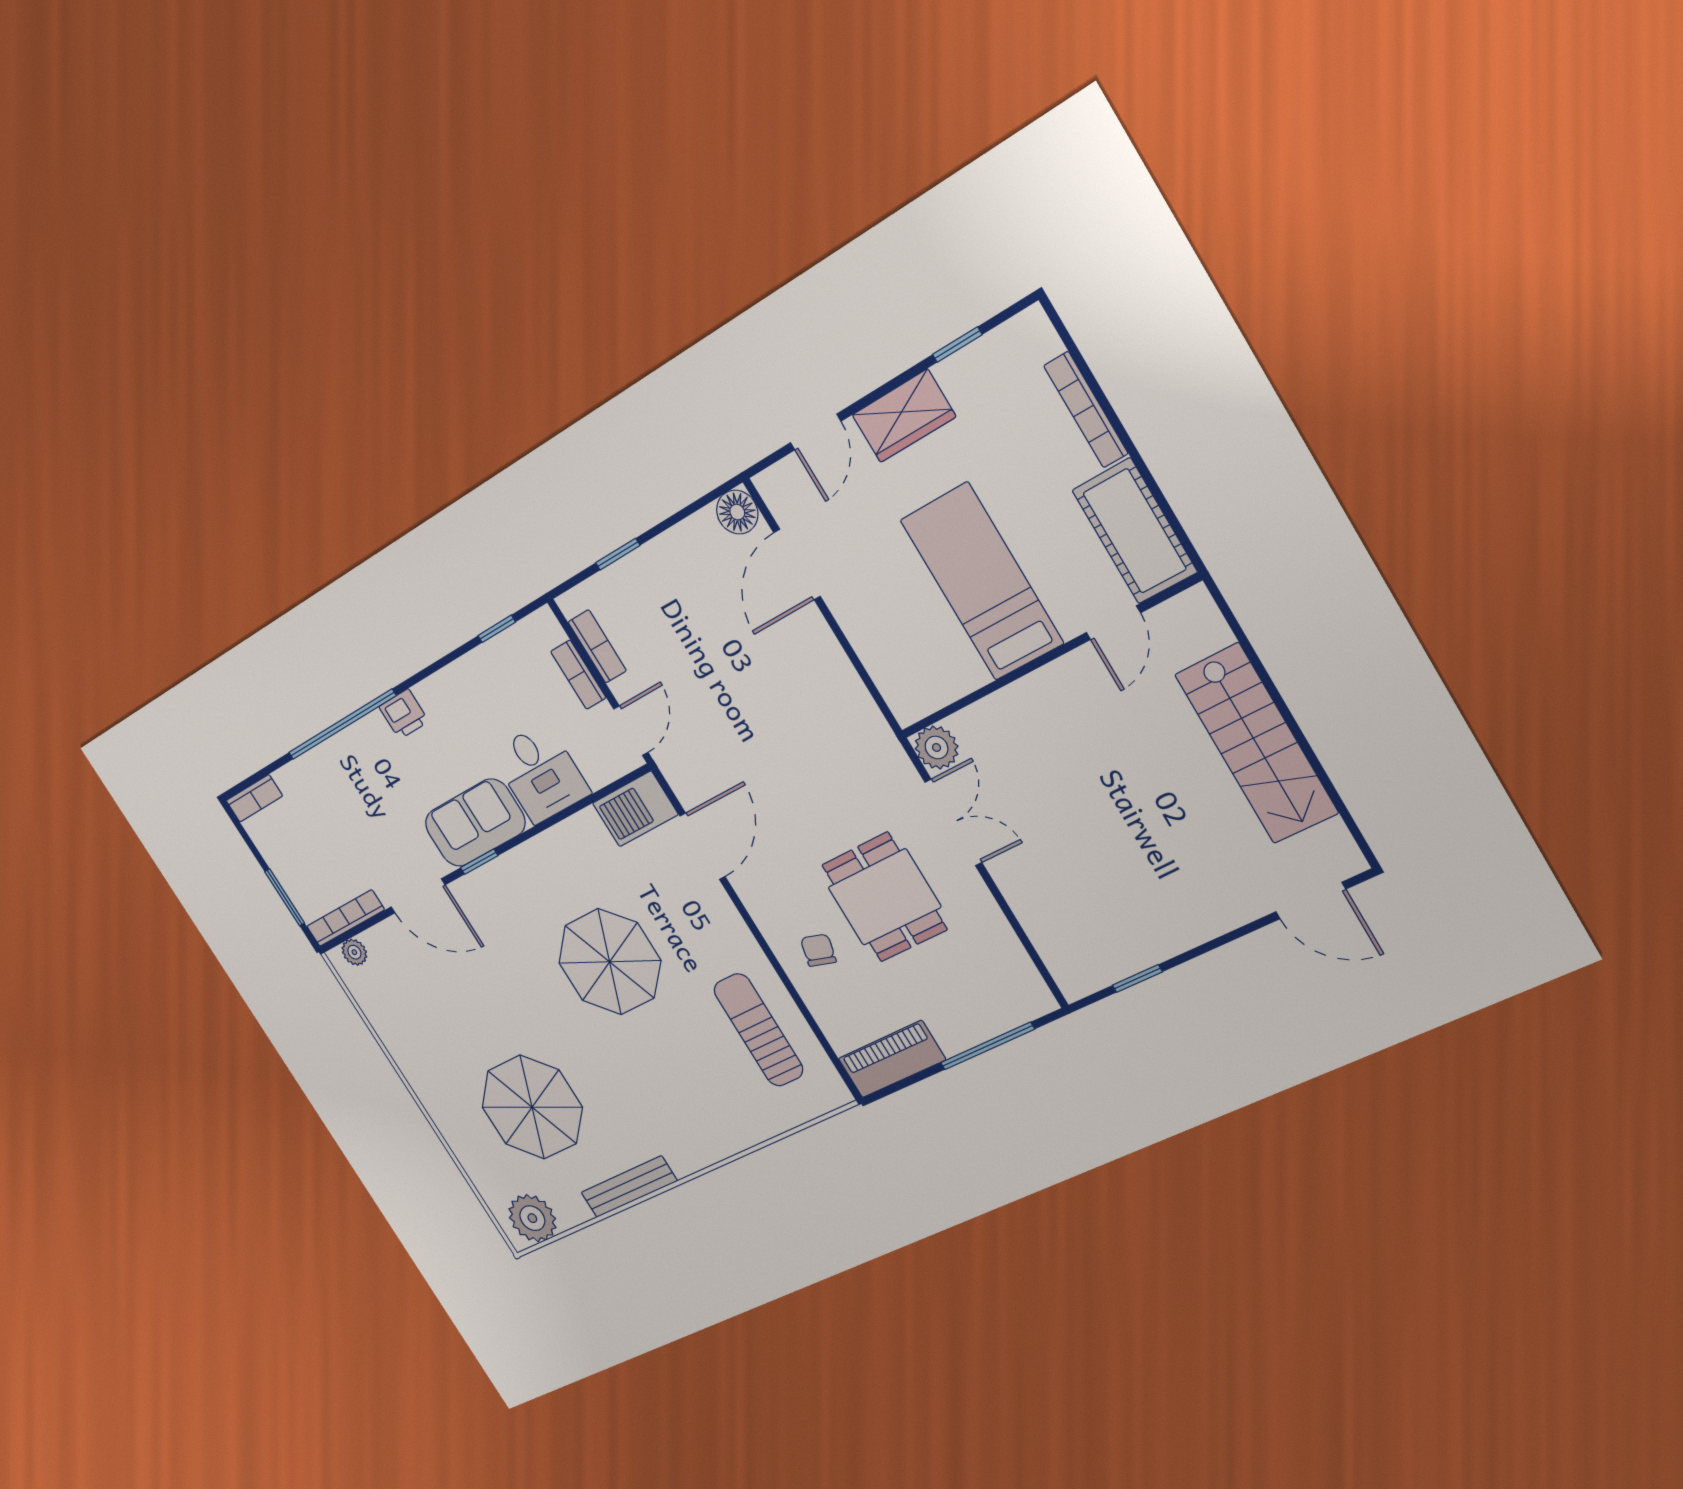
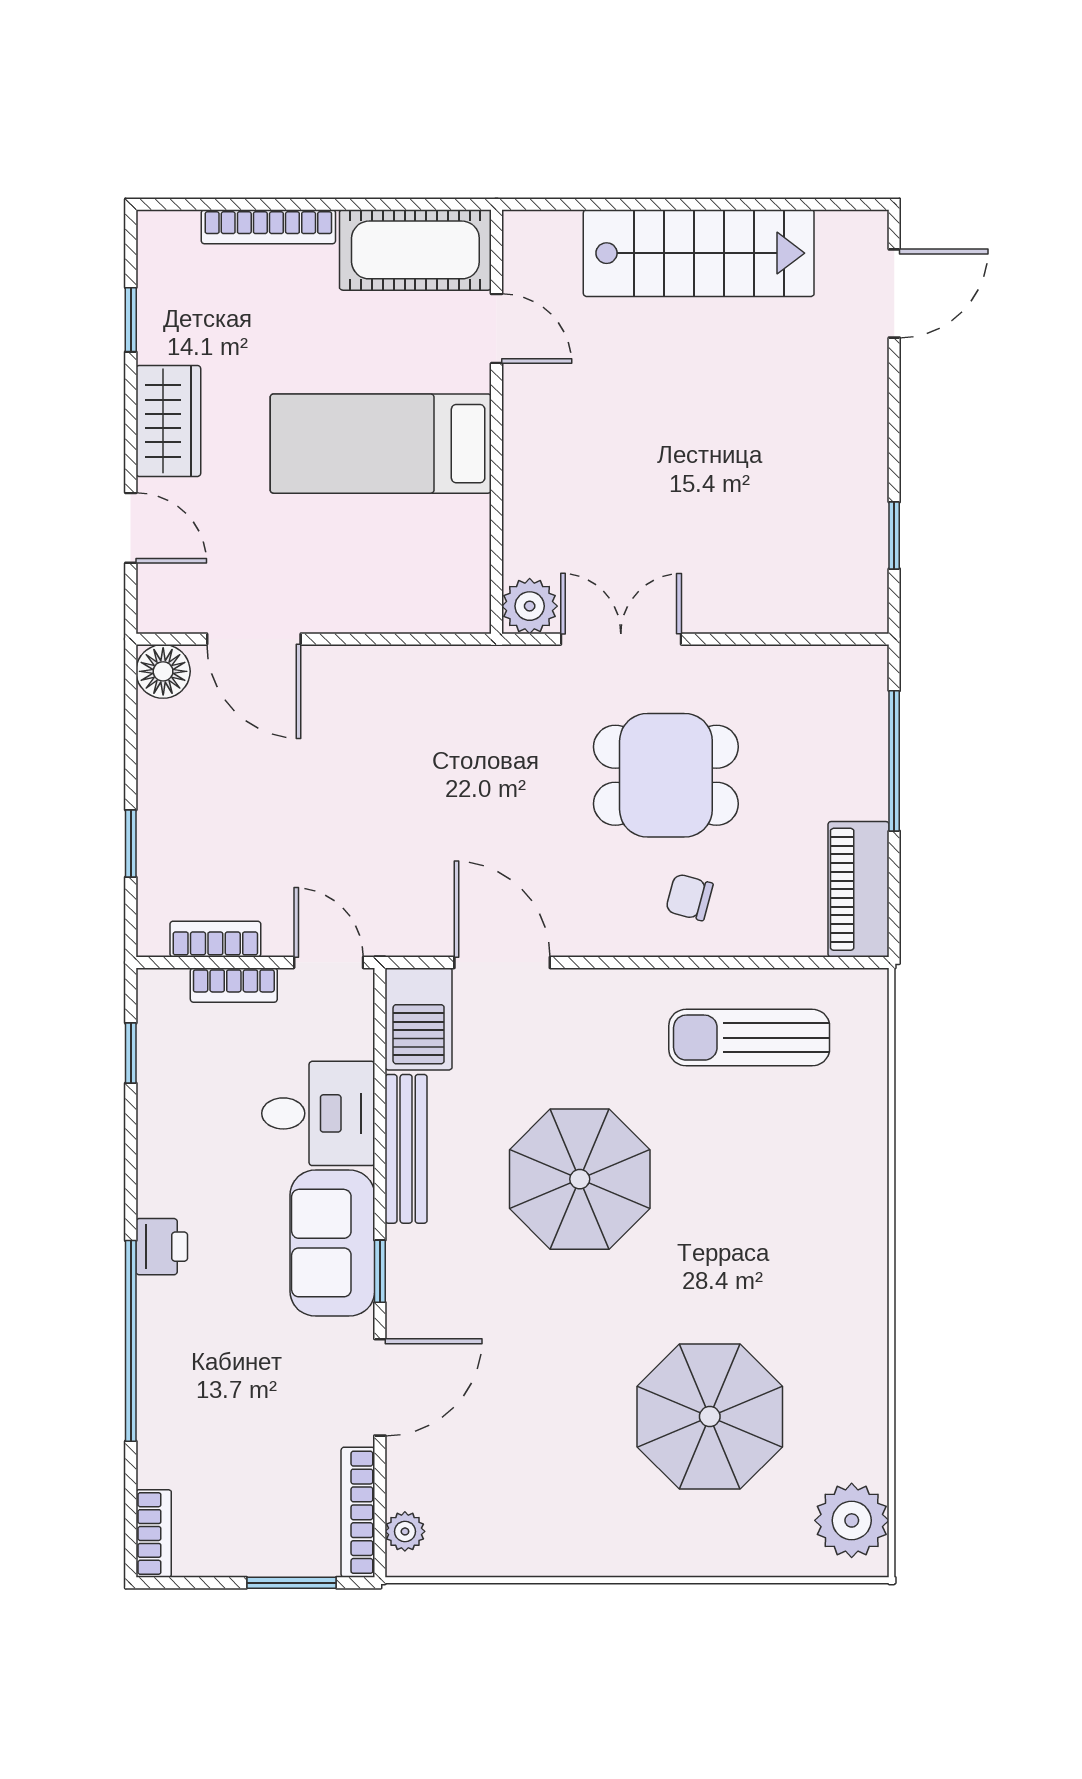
bench: (629, 1187) -> (406, 1149), moved

